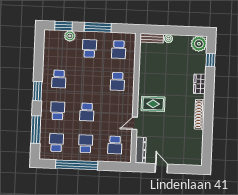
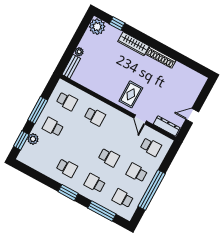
wardrobe: (200, 84) -> (134, 44), width x1.50

